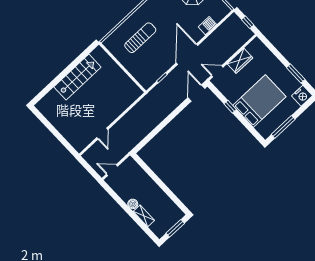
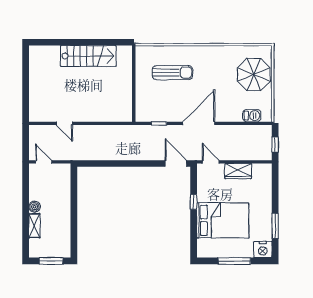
barbecue: (207, 26) -> (252, 116), moved
door: (196, 93) -> (176, 164), hinge flipped
window: (283, 127) -> (234, 261), moved
door: (102, 134) -> (64, 123), hinge flipped

